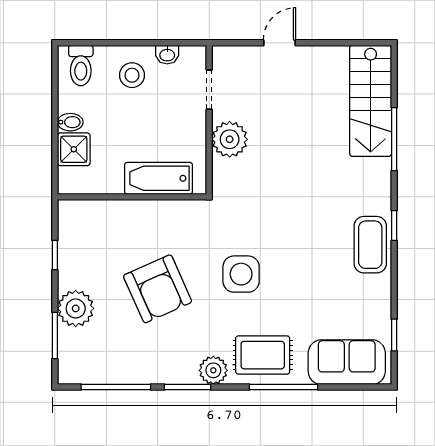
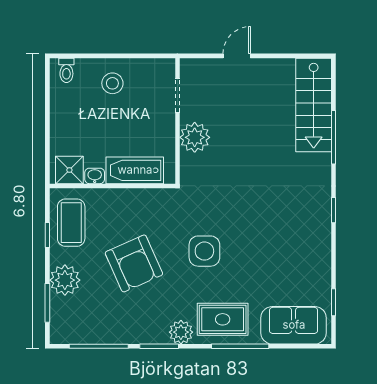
washbasin: (167, 55) -> (95, 176), moved, turned 180
toilet: (81, 65) -> (66, 70), width x0.73, depth x0.72
bidet: (70, 122) -> (60, 123), removed
shower: (74, 149) -> (69, 170), moved
coffee table: (370, 245) -> (71, 223), moved

